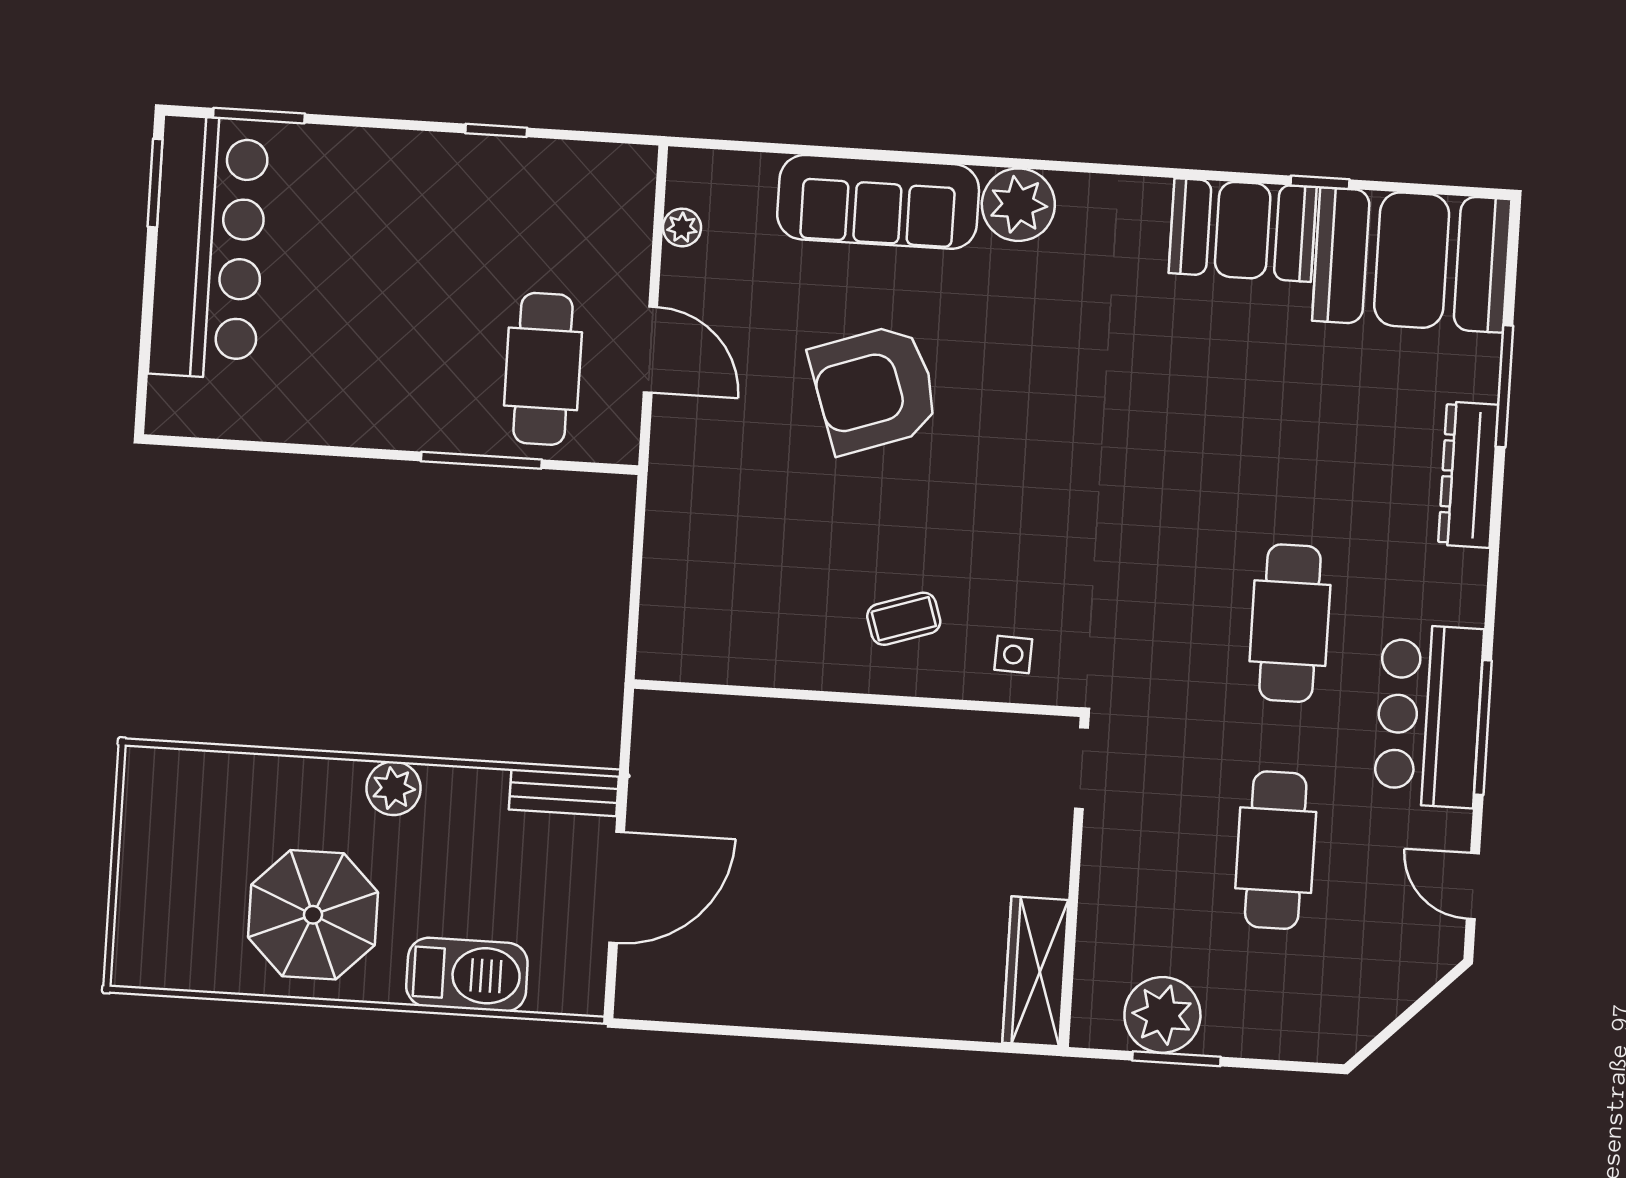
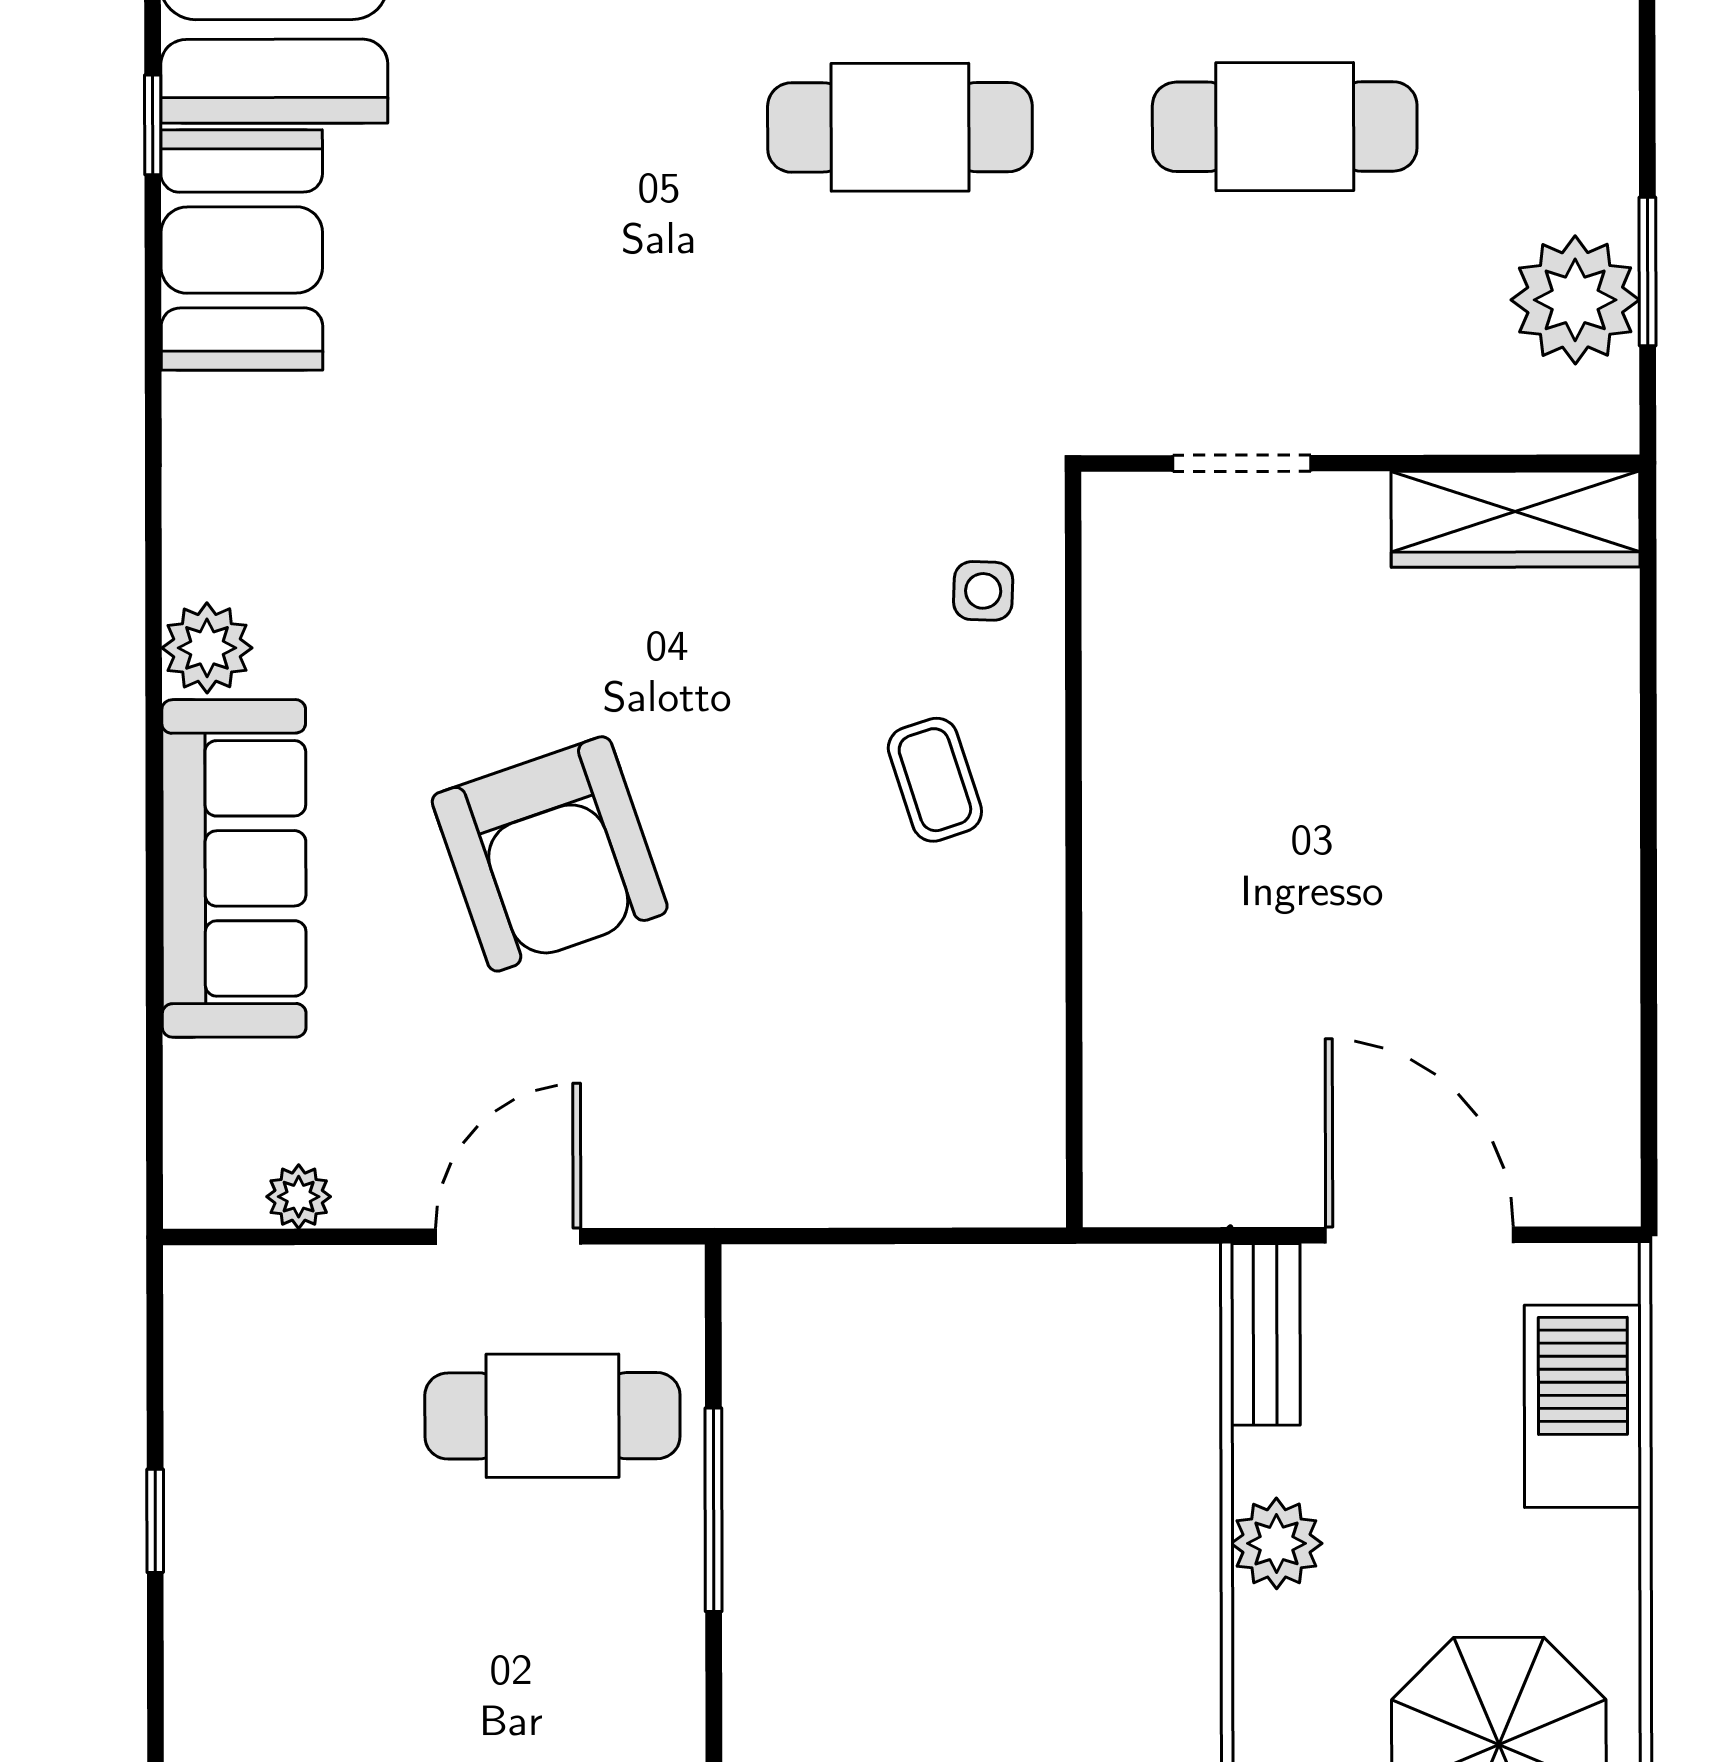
plant: (1018, 205) -> (207, 648), width x0.73, depth x0.73
doorway: (1081, 768) -> (1242, 463), moved
plant: (394, 788) -> (1276, 1543), moved
barbecue: (467, 975) -> (1583, 1406), moved

